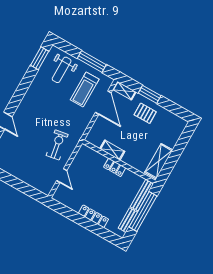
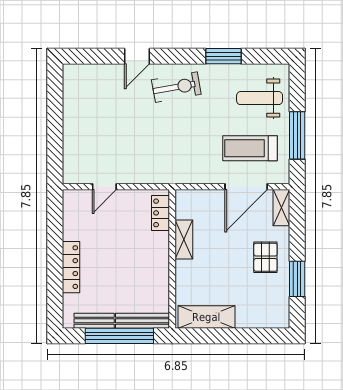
window: (40, 58) -> (224, 56), moved
window: (150, 94) -> (297, 279), moved
exercise bike: (57, 145) -> (176, 87), moved
locker: (115, 167) -> (161, 213), moved

